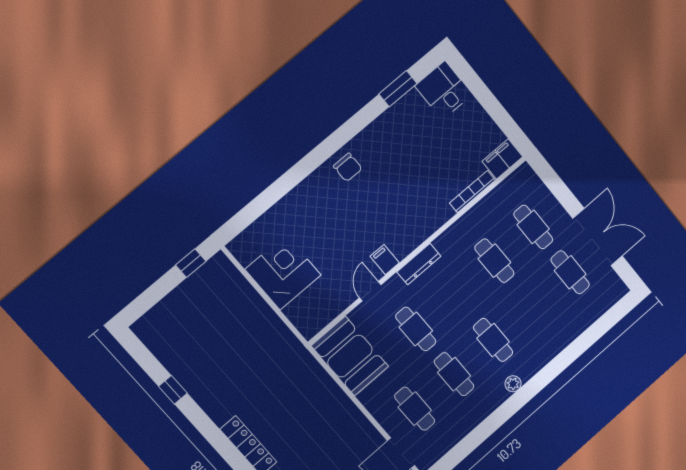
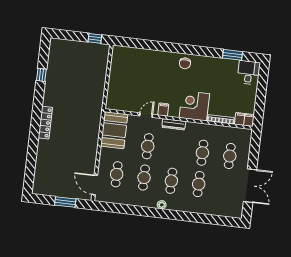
corner desk: (283, 272) -> (194, 106), moved, turned -90
cafe table: (570, 272) -> (199, 184), moved

